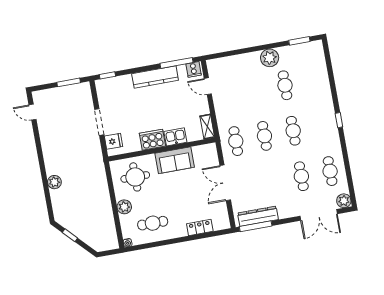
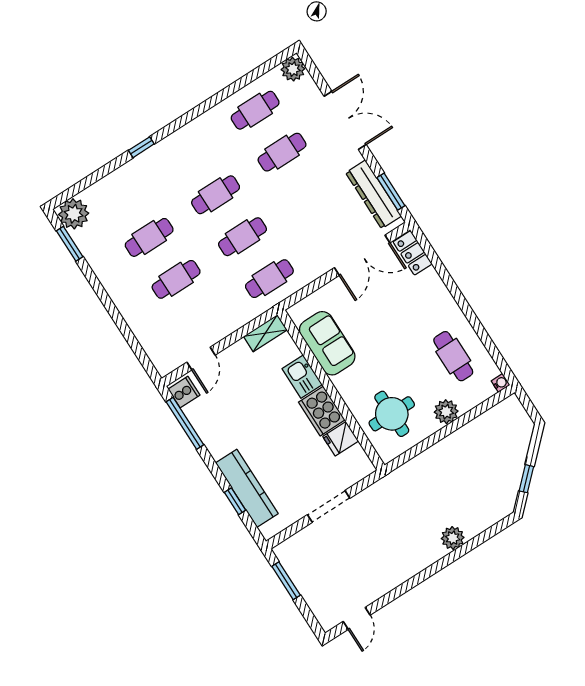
plant: (270, 58) -> (74, 214), moved
window: (107, 75) -> (235, 501), moved
kitchen counter: (155, 77) -> (247, 488), moved
cafe table: (256, 90) -> (176, 279), added
window: (339, 120) -> (141, 147), moved
fridge: (114, 141) -> (341, 439), moved, turned -90
sofa: (175, 160) -> (327, 343), moved
double door: (225, 183) -> (362, 255), moved
double door: (319, 215) -> (345, 120), moved
window: (256, 226) -> (391, 192), width x0.69
locker: (200, 227) -> (413, 253), moved

